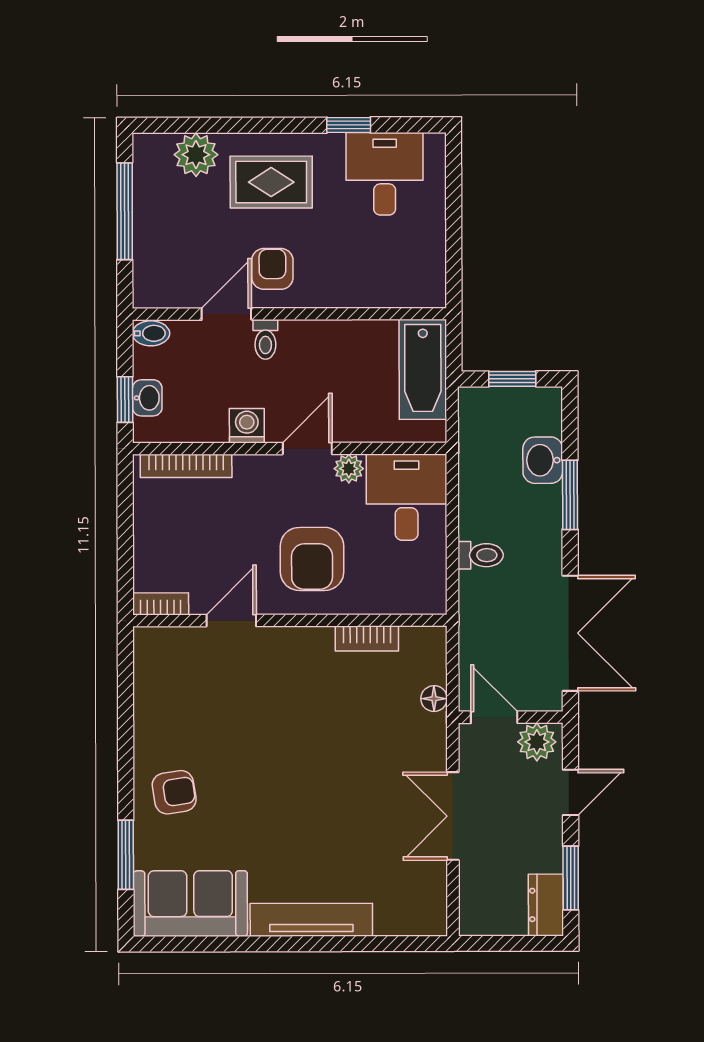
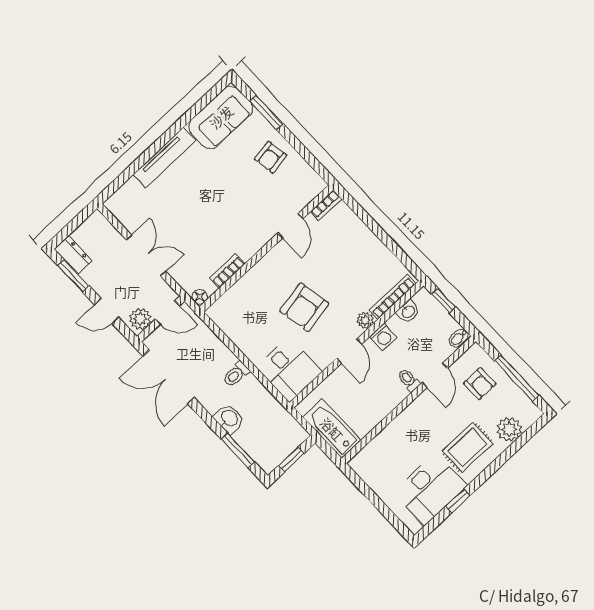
desk: (385, 174) -> (430, 489), width x1.37
armchair: (272, 269) -> (480, 384), moved
washbasin: (147, 398) -> (408, 312), moved, turned -90
washbasin: (543, 460) -> (229, 419), moved
plant: (349, 469) -> (365, 320), moved
window: (570, 495) -> (238, 450), moved
armchair: (312, 559) -> (304, 307), turned -101
bookcase: (161, 604) -> (326, 205), moved
wall: (290, 620) -> (266, 248), moved
door: (231, 621) -> (290, 226), moved
bookcase: (367, 639) -> (227, 271), moved
door: (571, 792) -> (107, 311), hinge flipped

